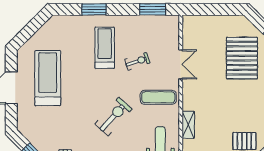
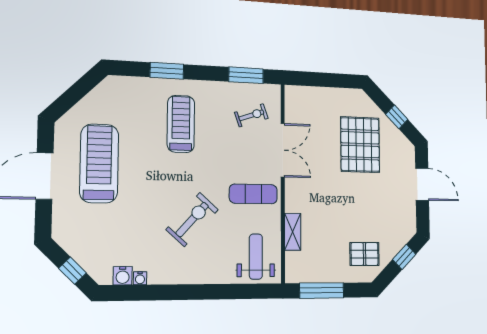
exercise bike: (137, 61) -> (251, 115), moved
double door: (181, 64) -> (283, 150), width x1.37

